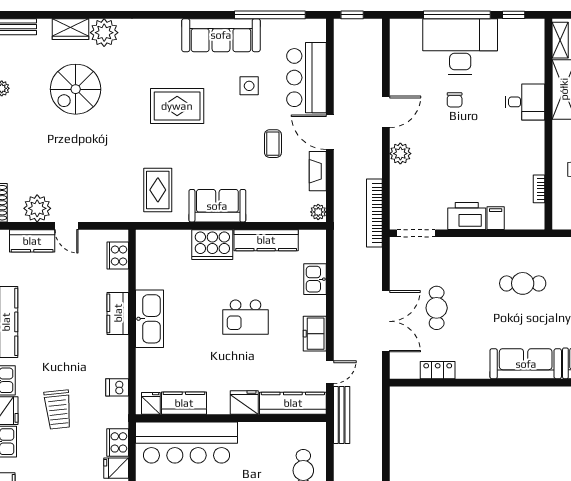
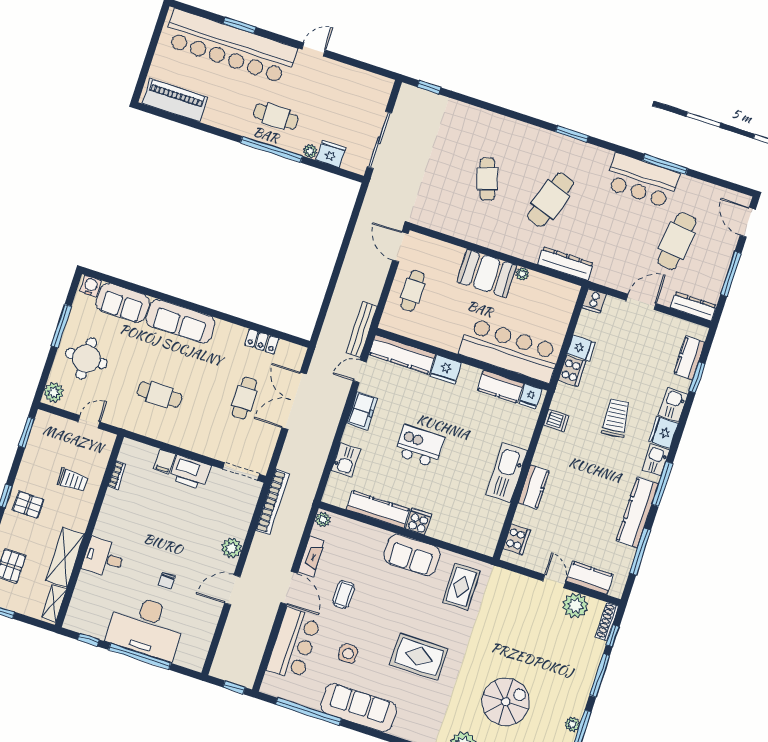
chair: (455, 100) -> (167, 580), turned 180
cooker: (212, 245) -> (418, 522), width x0.53, depth x0.76

